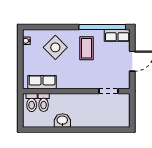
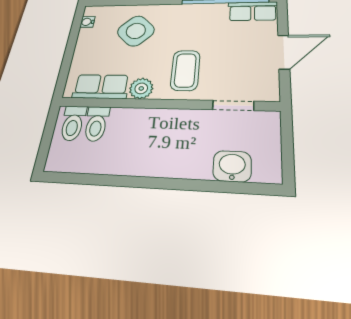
coffee table: (87, 48) -> (185, 70), moved
plant: (63, 83) -> (141, 88), added
washbasin: (62, 120) -> (232, 166), moved

